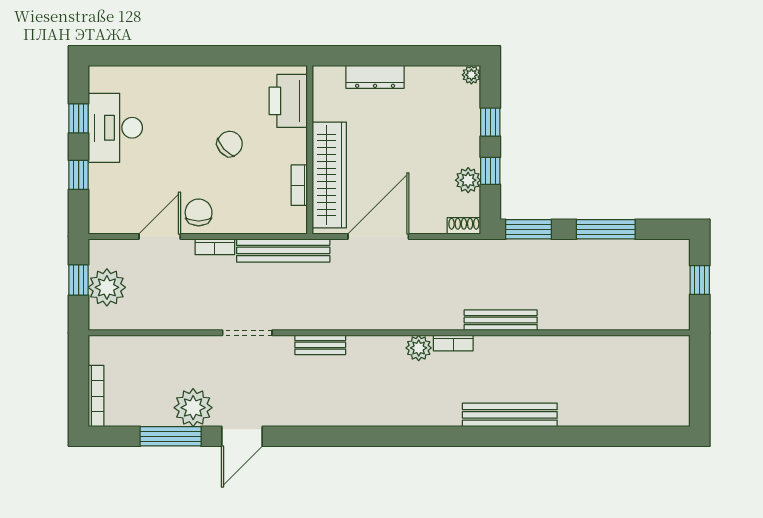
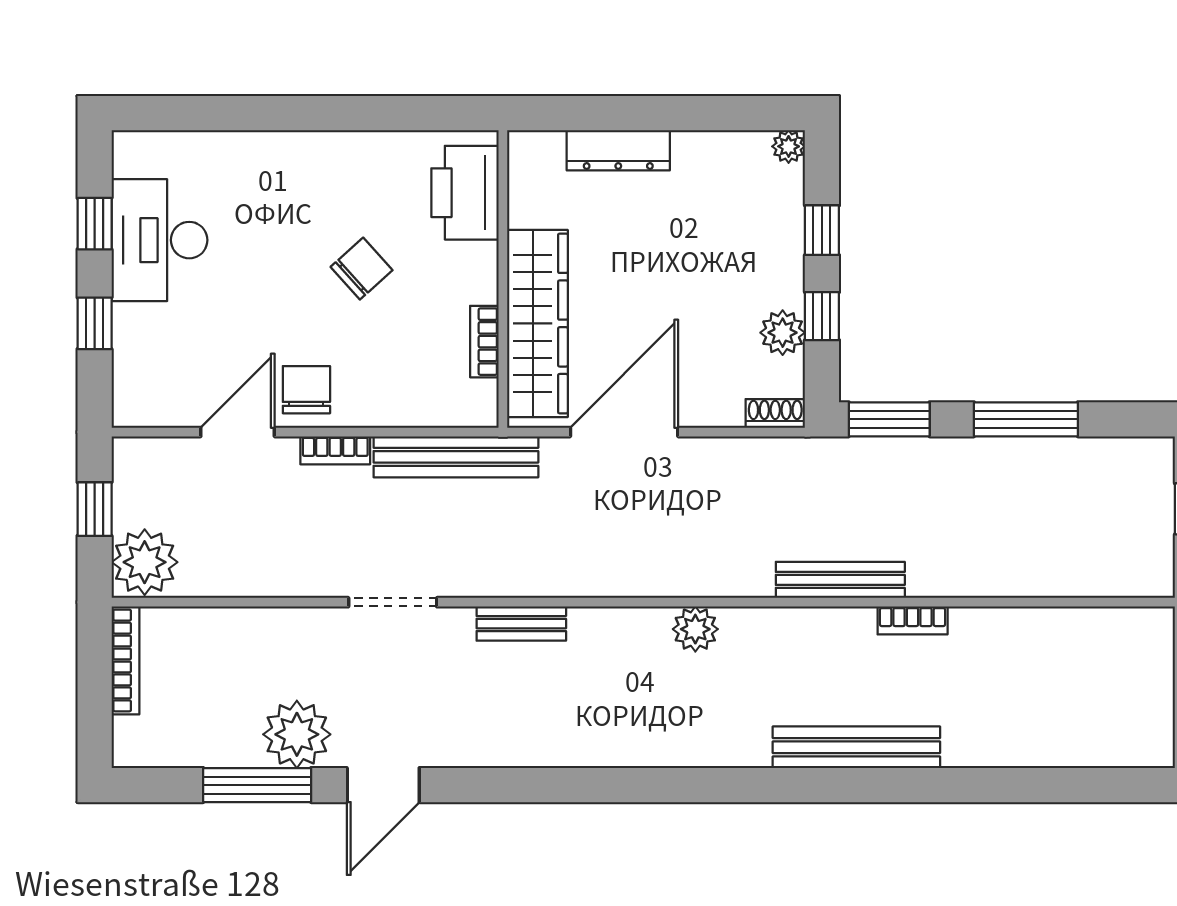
plant: (107, 287) -> (145, 562), moved
bookcase: (453, 343) -> (913, 620), moved
bookcase: (96, 396) -> (125, 660), moved

